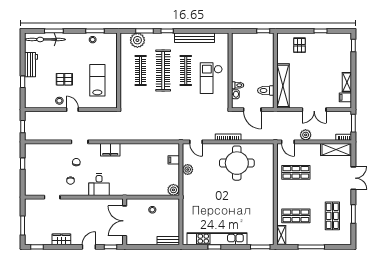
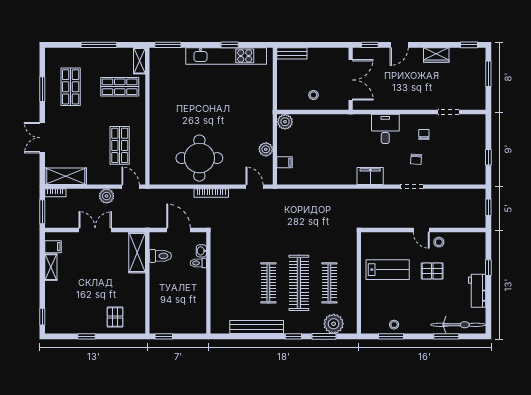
checkout: (211, 78) -> (234, 273), removed
lab bench: (97, 80) -> (388, 270), turned -90
shelving: (283, 86) -> (137, 252), width x0.68
shop shelf: (296, 172) -> (120, 145), turned 90

